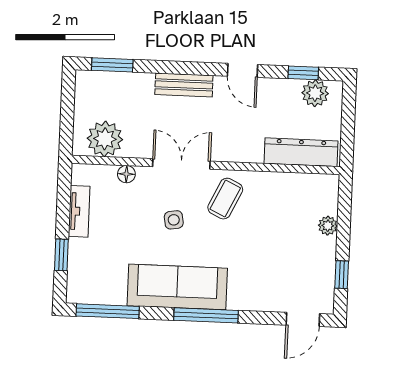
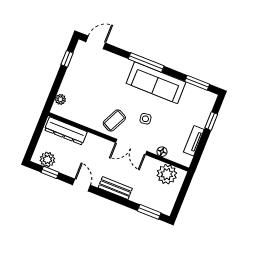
plant: (328, 226) -> (60, 99), moved
window: (108, 311) -> (197, 83), width x0.69

